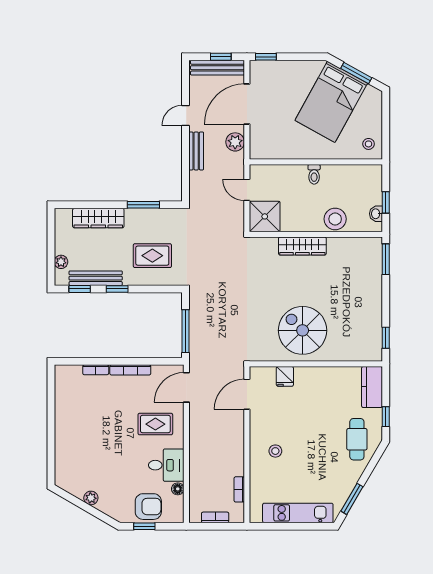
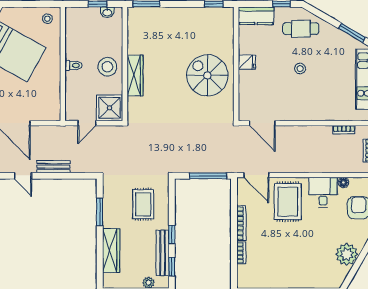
plant: (235, 142) -> (46, 133), removed
stool: (335, 219) -> (107, 67), moved
spiral stairs: (303, 330) -> (207, 75), turned 90
fridge: (285, 376) -> (247, 62), moved
rug: (155, 424) -> (288, 202), width x1.36, depth x1.43
stool: (275, 451) -> (300, 69), moved
plant: (91, 498) -> (347, 254), width x1.88, depth x1.88

